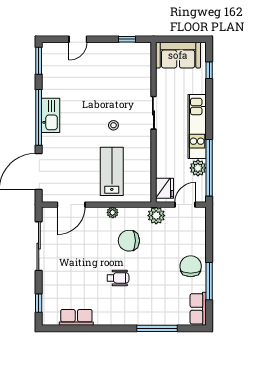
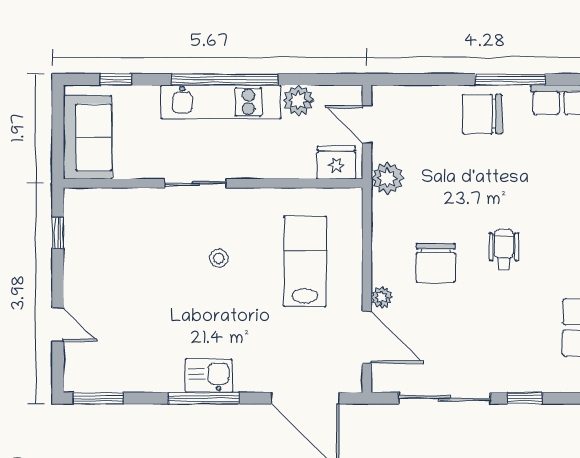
kitchen sink: (51, 115) -> (209, 376), width x0.73
window: (39, 117) -> (204, 398), width x0.68
window: (209, 168) -> (225, 79), moved
lab bench: (112, 171) -> (305, 261), turned 90
plant: (113, 212) -> (382, 298), moved
chair: (129, 241) -> (436, 263), moved
window: (39, 303) -> (525, 398), moved

